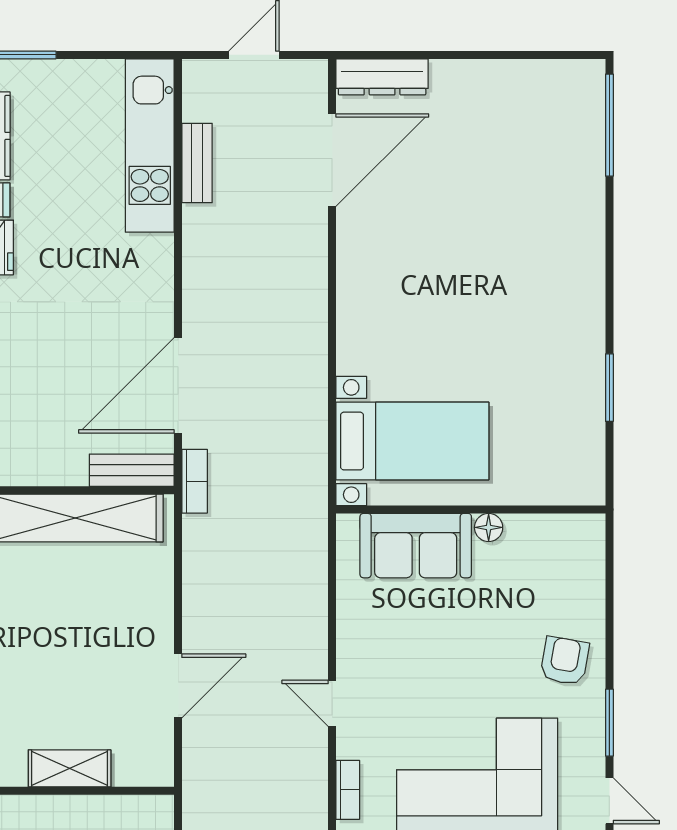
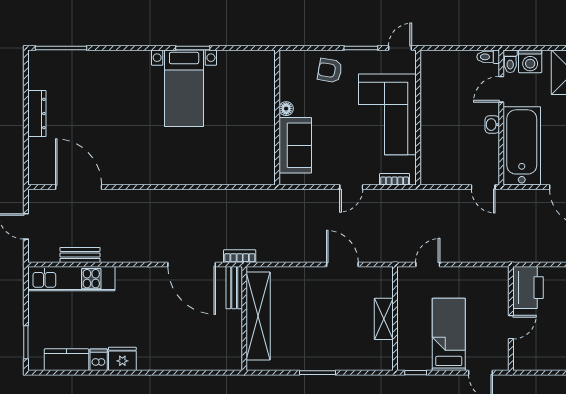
dresser: (382, 77) -> (37, 114), moved
bed with nightstands: (412, 441) -> (184, 88), moved, turned 180
wall: (471, 510) -> (277, 118), moved
floor lamp: (489, 527) -> (286, 109), moved
sofa: (416, 546) -> (295, 145), moved

